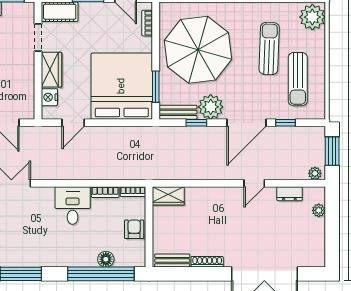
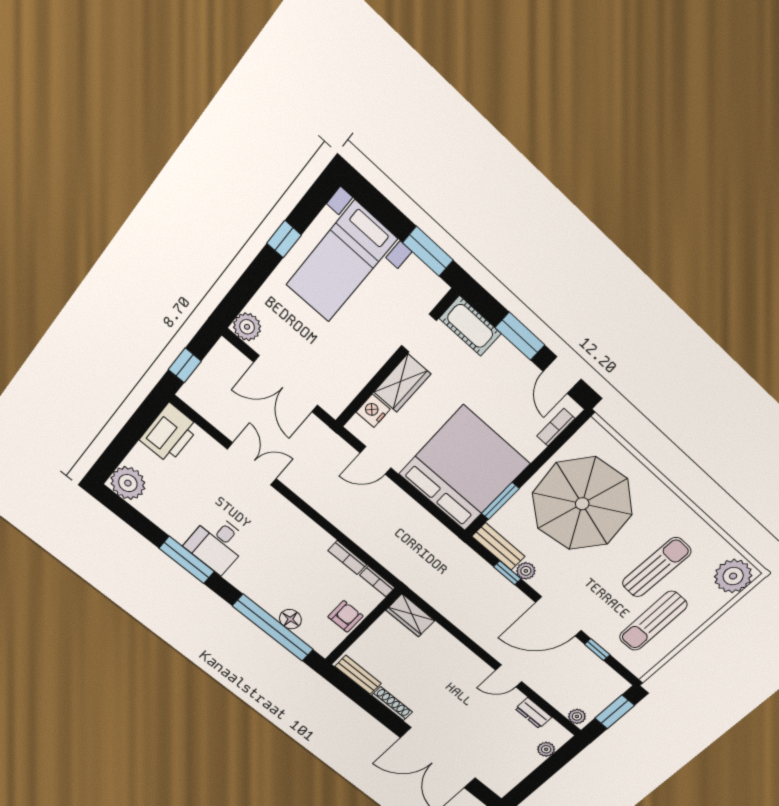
plant: (211, 107) -> (526, 571), width x0.53, depth x0.53
desk: (73, 206) -> (217, 544), moved, turned 180

